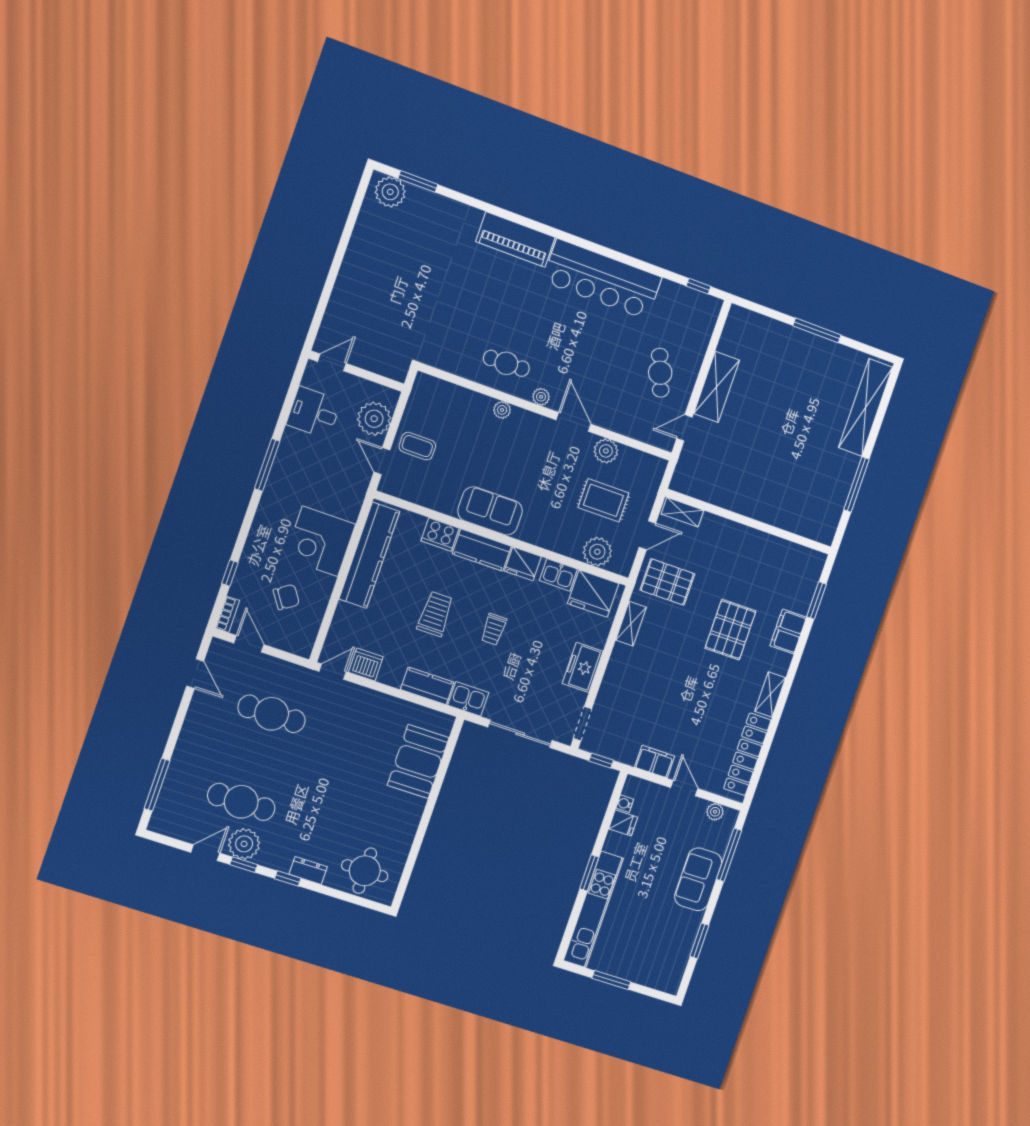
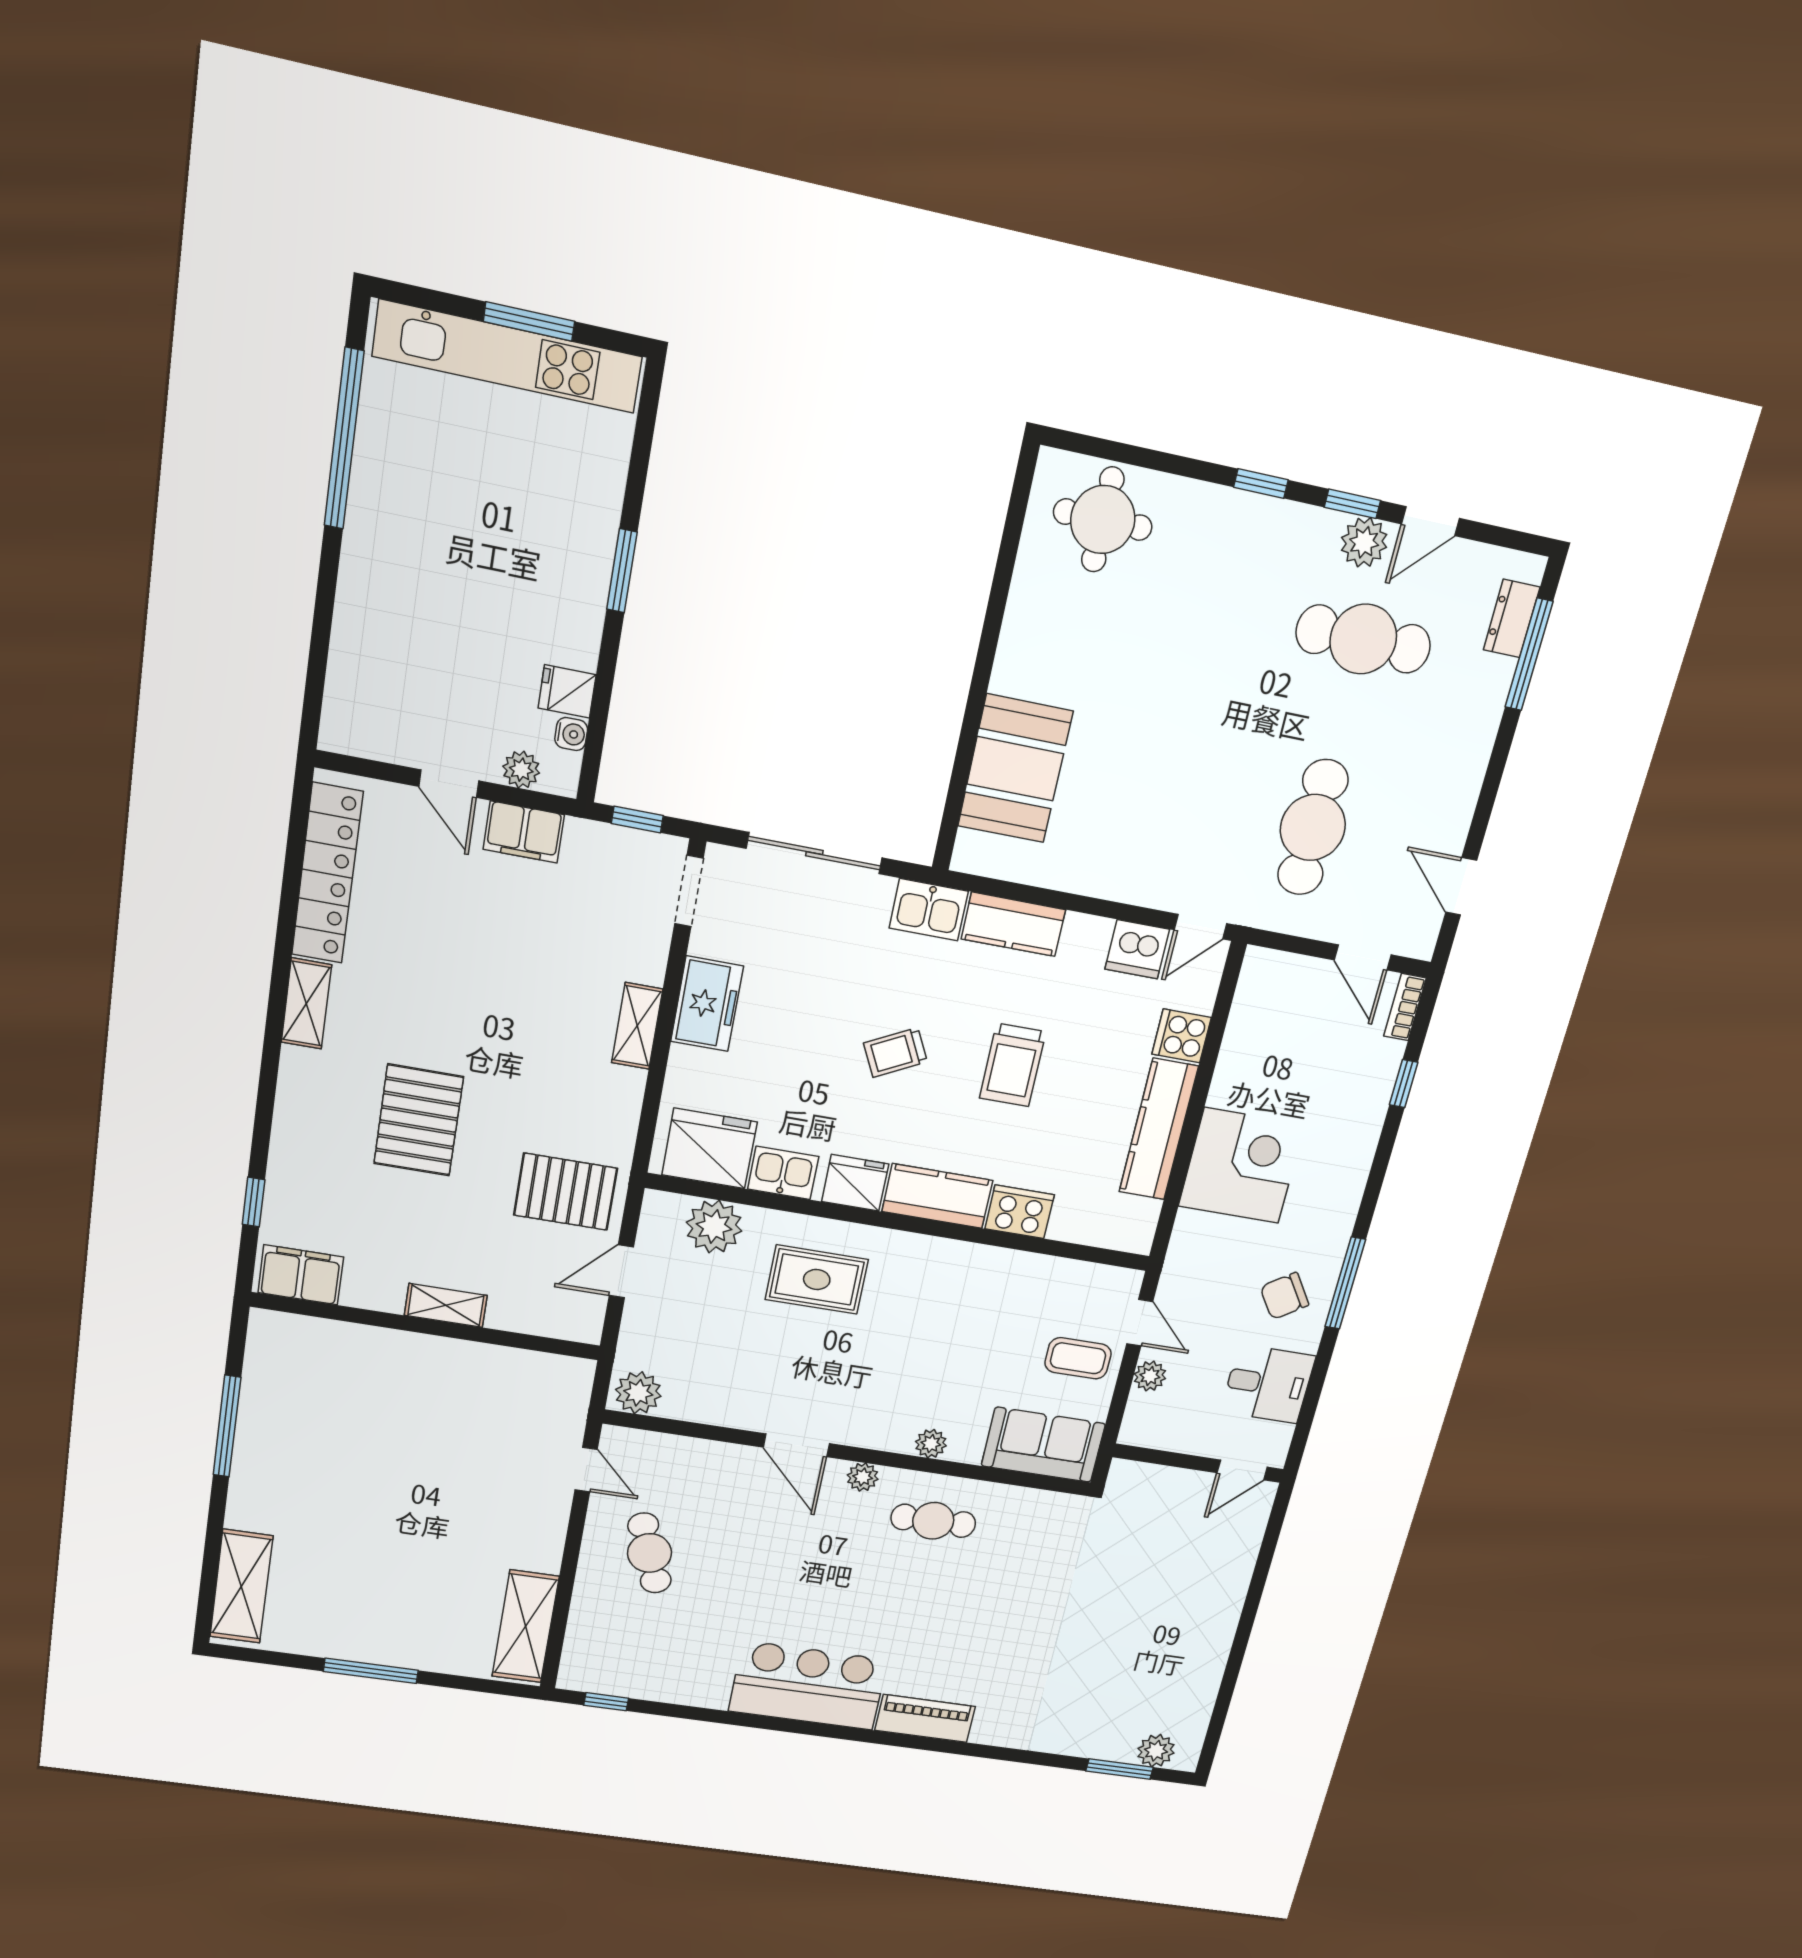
plant: (390, 192) -> (1156, 1751), width x0.73, depth x0.73
piano: (515, 239) -> (925, 1718), width x0.73, depth x0.75
bar counter: (602, 279) -> (808, 1685), width x0.73
shelving: (717, 387) -> (526, 1626), moved
shelving: (866, 407) -> (241, 1586), width x0.68
plant: (374, 419) -> (1150, 1376), width x0.53, depth x0.53
door: (684, 428) -> (586, 1470), hinge flipped
plant: (606, 451) -> (638, 1393), moved
rug: (603, 500) -> (817, 1280), moved
sofa: (490, 511) -> (1043, 1445), moved, turned 180
shelving: (682, 512) -> (446, 1305), moved
kitchen counter: (369, 555) -> (1159, 1129), width x0.72, depth x0.86
chair: (286, 597) -> (1284, 1296), moved
window: (817, 600) -> (254, 1202), width x0.67
cooker: (347, 616) -> (1182, 1036), added
shelving: (631, 624) -> (637, 1026), moved
trolley: (494, 629) -> (895, 1052), turned -117
filing cabinet: (788, 632) -> (301, 1275), moved, turned -90
cafe table: (272, 714) -> (1313, 827), turned 90
plant: (715, 812) -> (521, 770), moved
plant: (244, 844) -> (1364, 542), width x0.73, depth x0.73
window: (729, 855) -> (319, 648), removed
dresser: (308, 871) -> (1512, 619), moved, turned 90
sofa: (698, 879) -> (377, 584), removed
kitchen unit: (593, 909) -> (508, 357), moved, turned -90
window: (699, 941) -> (344, 439), width x2.11

